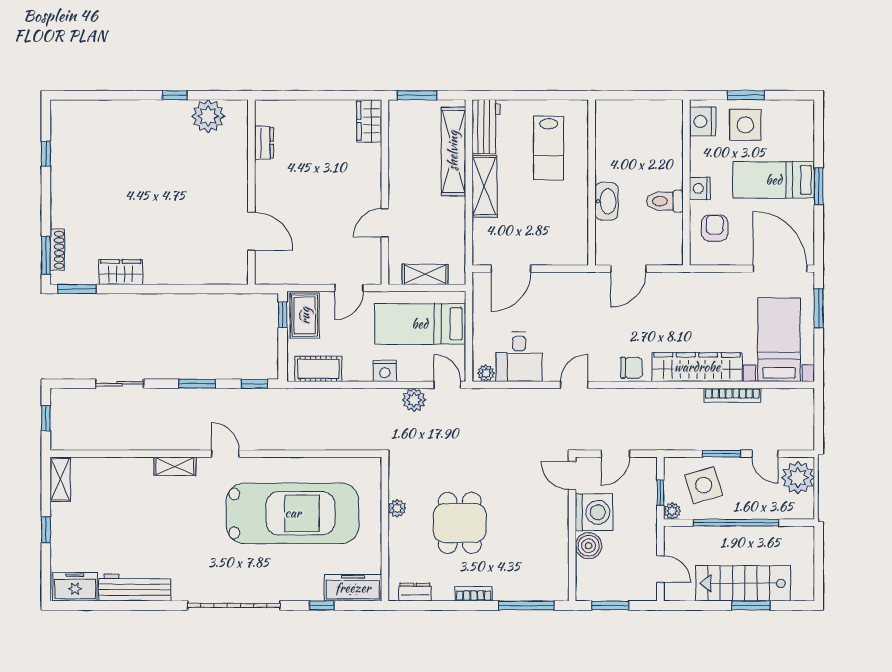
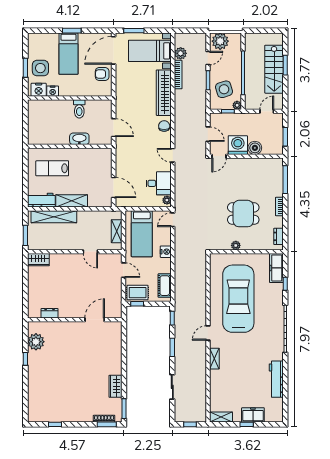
lab bench: (549, 148) -> (52, 168), turned 180
nightstand: (700, 188) -> (53, 91), moved
armchair: (715, 228) -> (102, 74), moved
plant: (414, 400) -> (181, 53), moved
freezer: (75, 587) -> (253, 415), moved, turned 90

